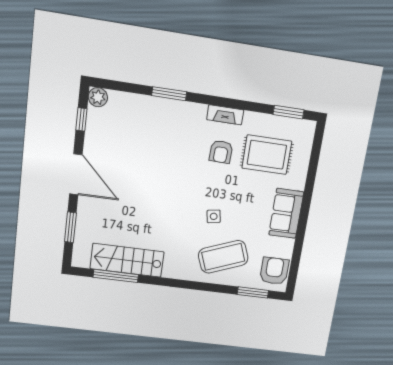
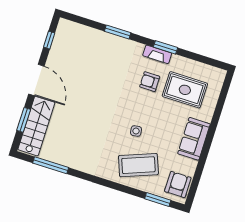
plant: (98, 97) -> (64, 26), removed
window: (288, 112) -> (165, 47), moved
armchair: (221, 152) -> (150, 82), turned 88
stairs: (127, 260) -> (36, 126), moved, turned 90

